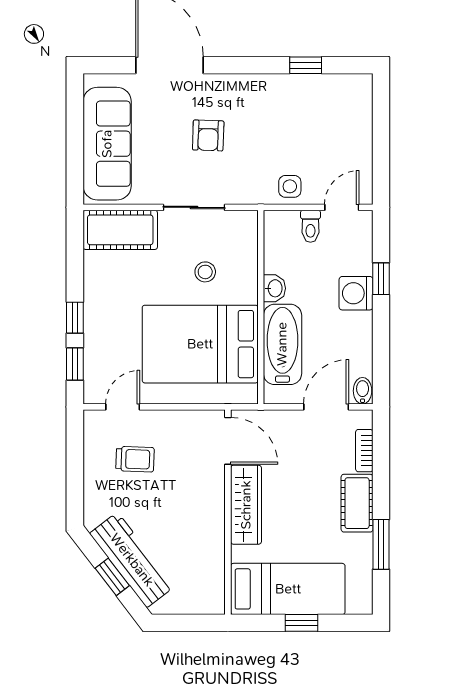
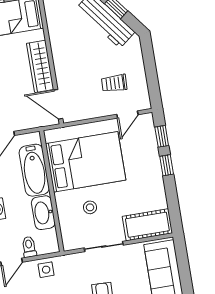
washbasin: (274, 288) -> (43, 213), width x1.91, depth x1.45

